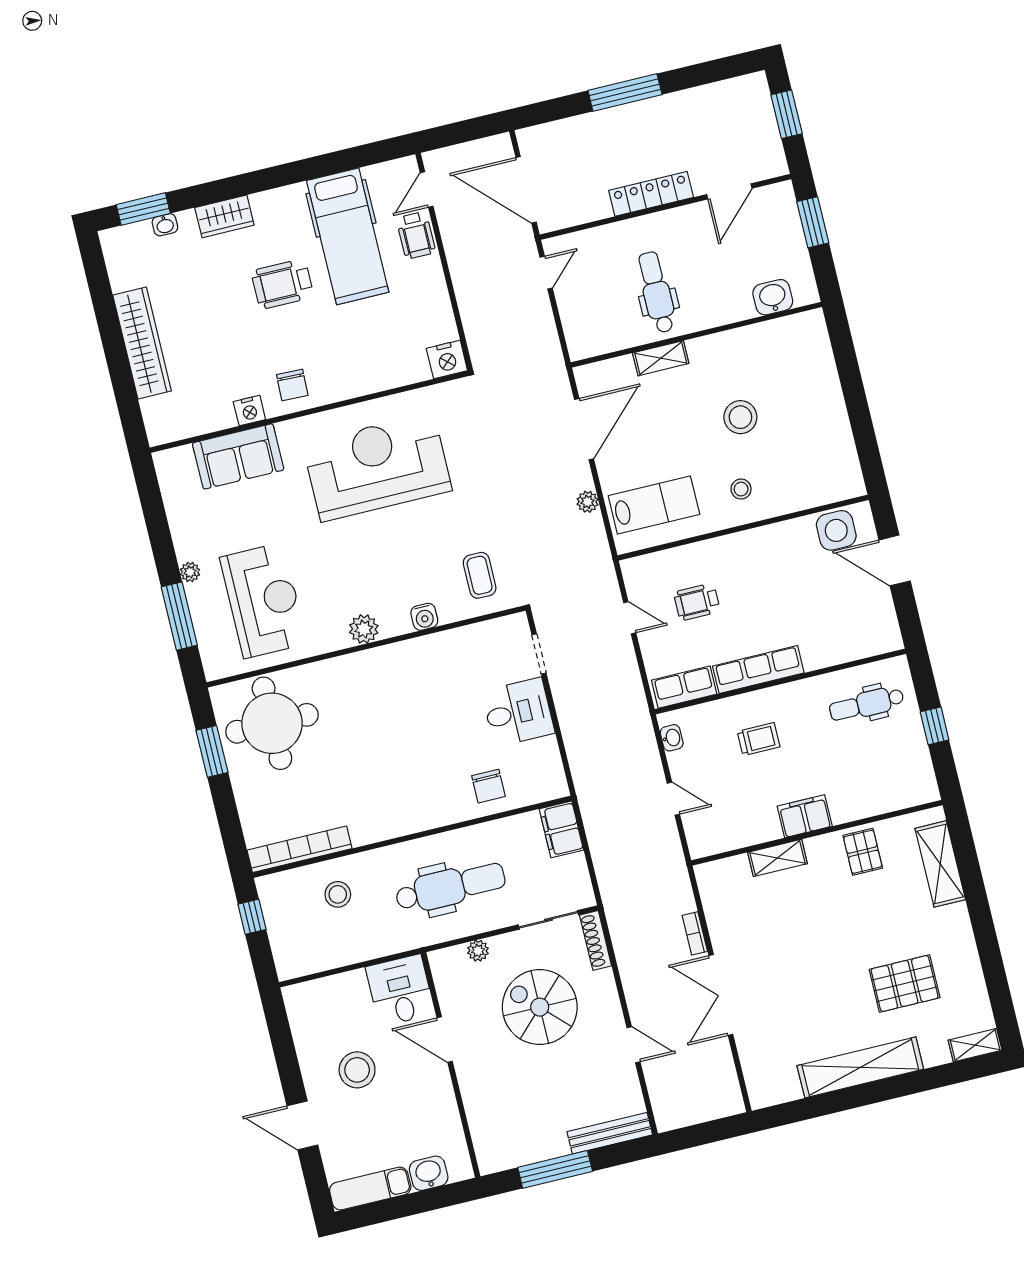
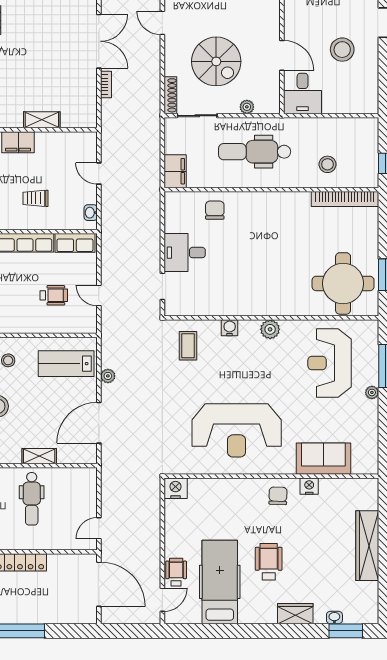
wheelchair: (282, 284) -> (269, 562), turned -90

